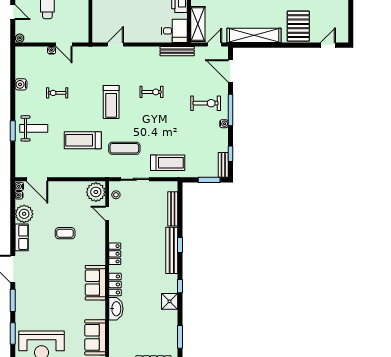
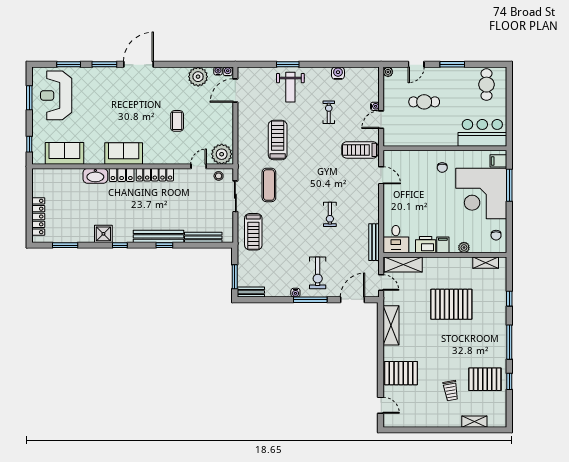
shelving: (254, 35) -> (391, 325), width x0.68
treadmill: (111, 102) -> (360, 150), moved
window: (230, 154) -> (263, 300), removed
row of seats: (22, 237) -> (173, 74), removed
locker: (115, 254) -> (155, 175), width x1.53

